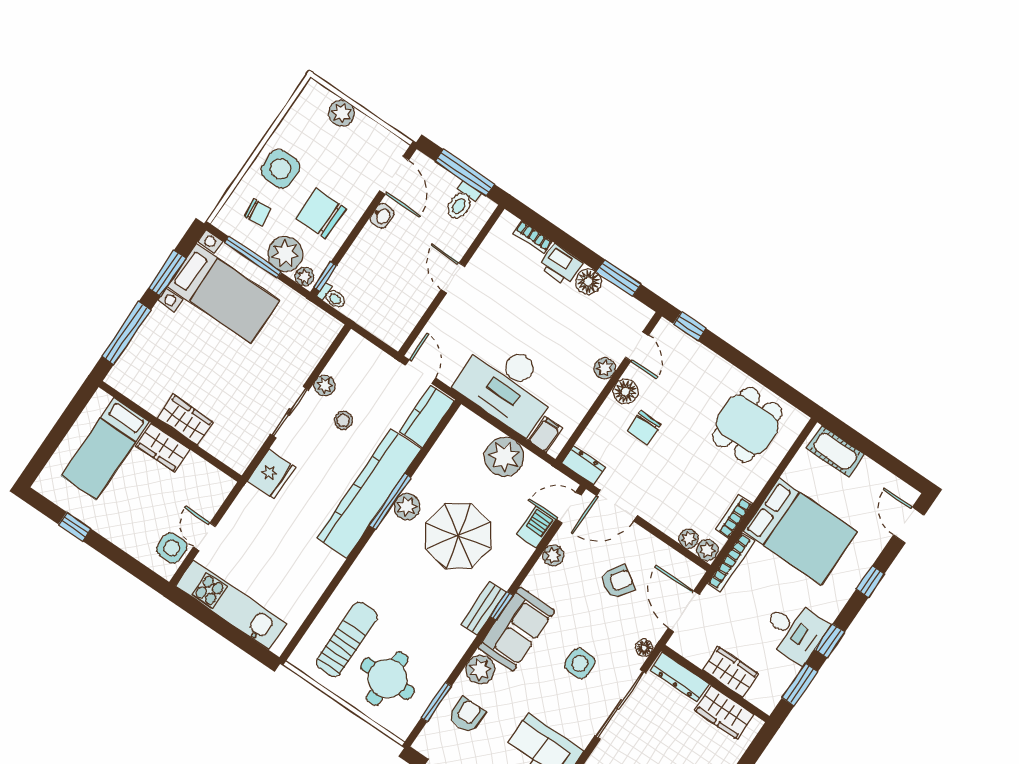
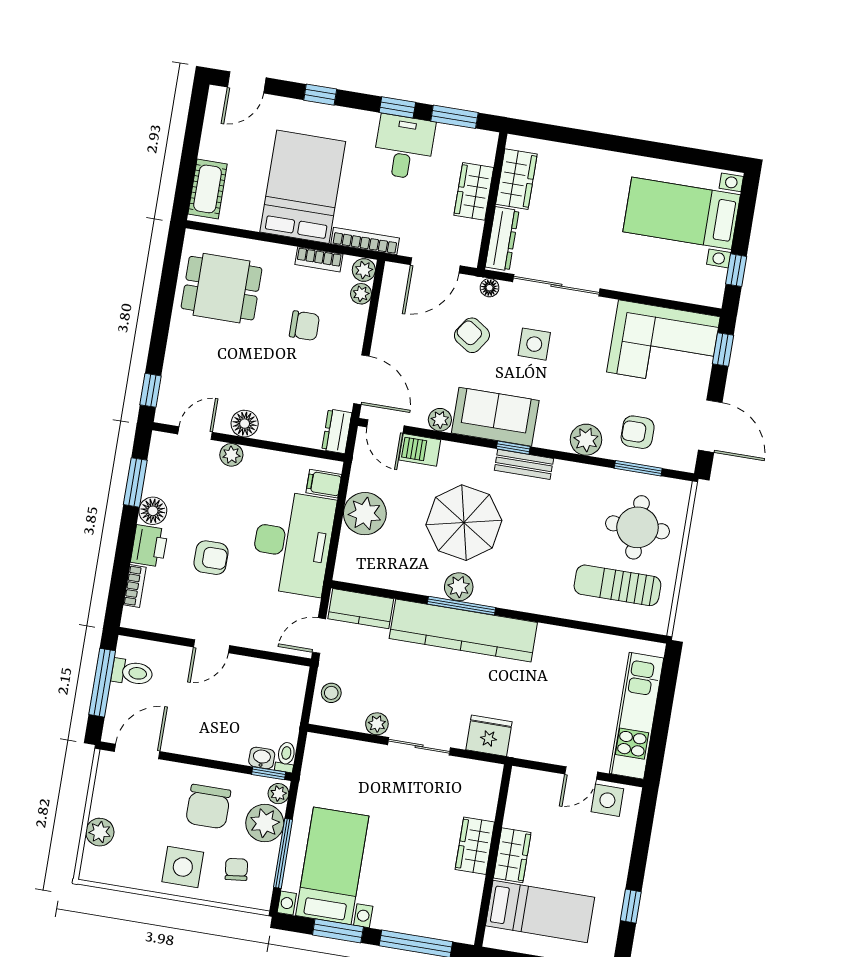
washbasin: (382, 216) -> (262, 758), moved
armchair: (527, 312) -> (211, 558), added
stool: (343, 420) -> (331, 693), moved
chair: (644, 428) -> (304, 326), moved
armchair: (617, 582) -> (472, 335), moved
sofa: (516, 629) -> (495, 417), moved

